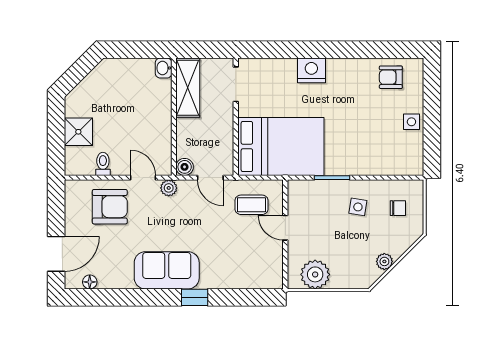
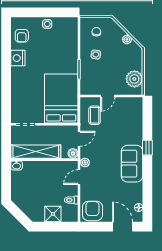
nightstand: (311, 70) -> (18, 58), moved
shelving: (188, 88) -> (36, 152), width x1.47
armchair: (110, 207) -> (92, 211), moved

